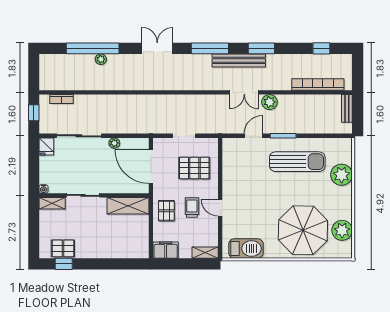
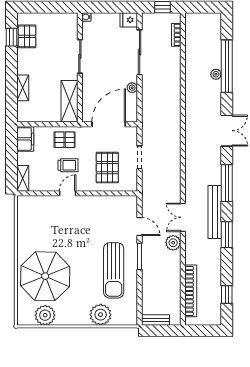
bench: (347, 108) -> (155, 320), moved
shelving: (52, 203) -> (23, 88), moved
barbecue: (246, 249) -> (27, 219), removed

